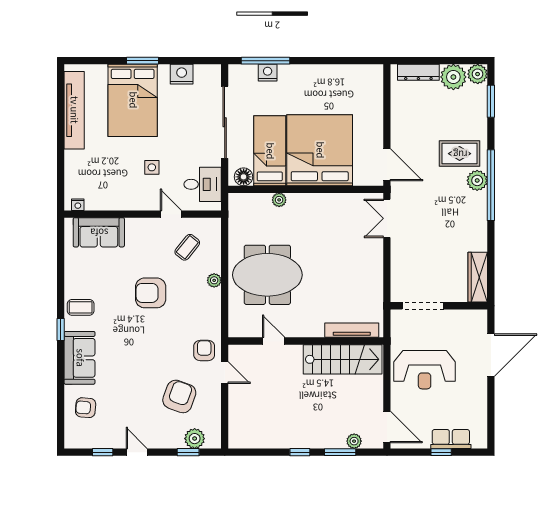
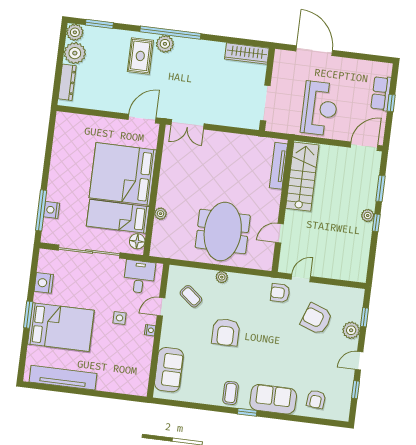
nightstand: (78, 205) -> (150, 330), moved
plant: (195, 439) -> (351, 330), moved
plant: (354, 441) -> (368, 216), moved

